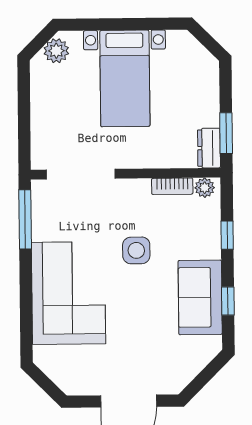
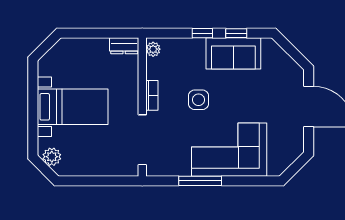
window: (226, 133) -> (113, 33), removed
bookcase: (172, 186) -> (152, 95), moved
window: (25, 219) -> (200, 181), moved
window: (227, 235) -> (202, 33), moved

